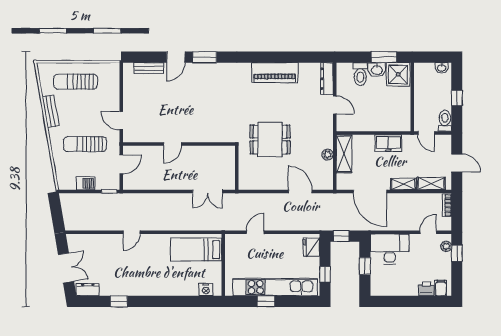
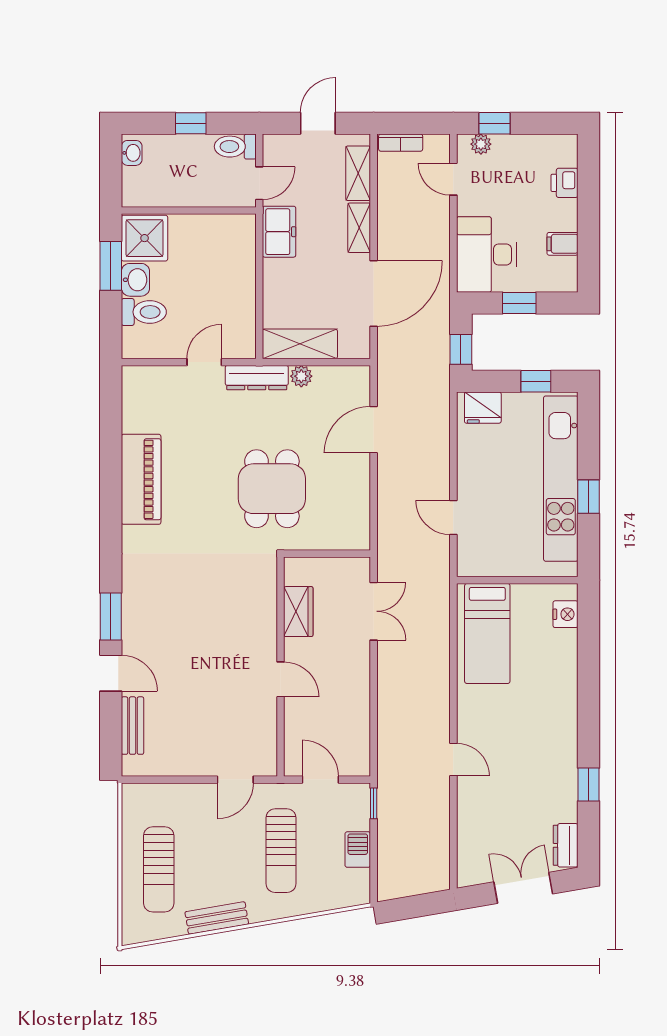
dresser: (327, 79) -> (257, 378), moved
freezer: (388, 143) -> (279, 232), moved
wardrobe: (207, 153) -> (298, 612), added
filing cabinet: (441, 288) -> (563, 244), moved

